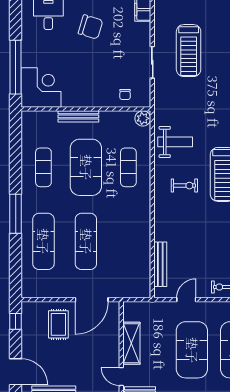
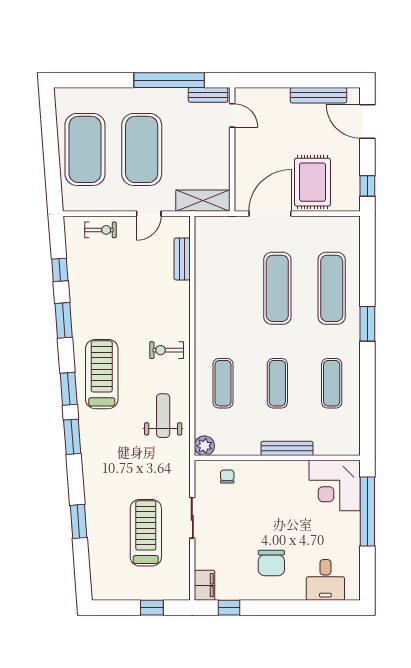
chair: (91, 27) -> (271, 563), turned -107
weight bench: (175, 142) -> (163, 416), turned 90
exercise mat: (86, 167) -> (277, 383), width x0.50, depth x0.69
exercise bike: (184, 186) -> (167, 350), moved
window: (16, 214) -> (367, 324), width x0.69
bench: (160, 264) -> (182, 259), width x0.73
rug: (58, 324) -> (312, 182), width x1.36, depth x1.43
shelving: (131, 343) -> (203, 201), moved, turned 90

